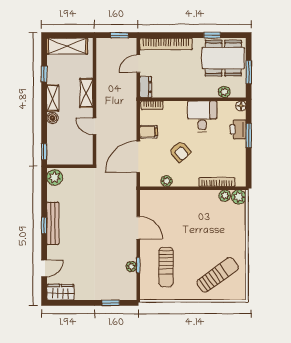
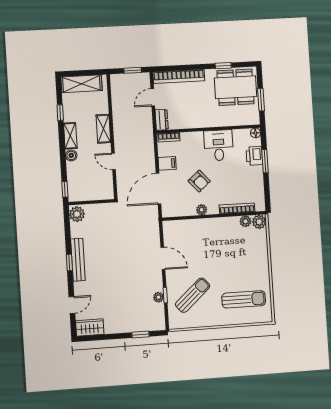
plant: (224, 92) -> (239, 120), removed
plant: (167, 181) -> (202, 210), moved
sun lounger: (166, 267) -> (193, 295), turned -132
sun lounger: (218, 275) -> (244, 299), turned 36

